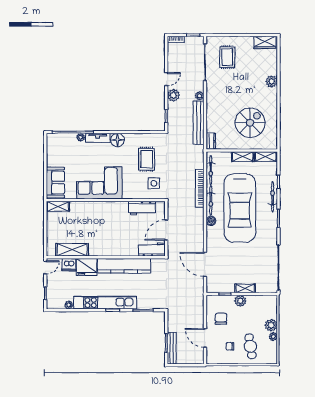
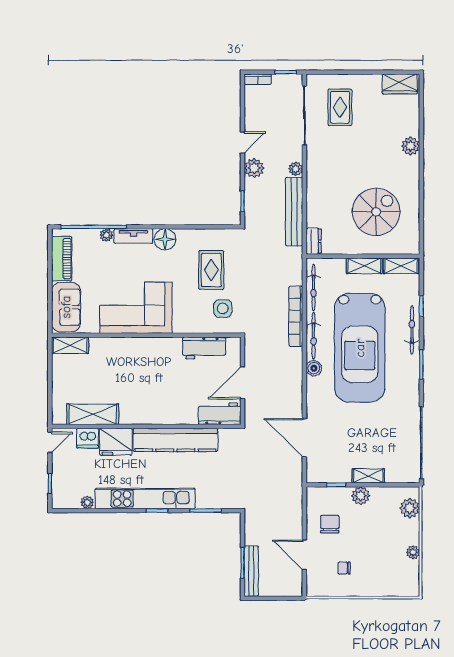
piano: (53, 152) -> (62, 259), added
plant: (271, 325) -> (410, 508), moved
cafe table: (250, 346) -> (377, 568), removed

